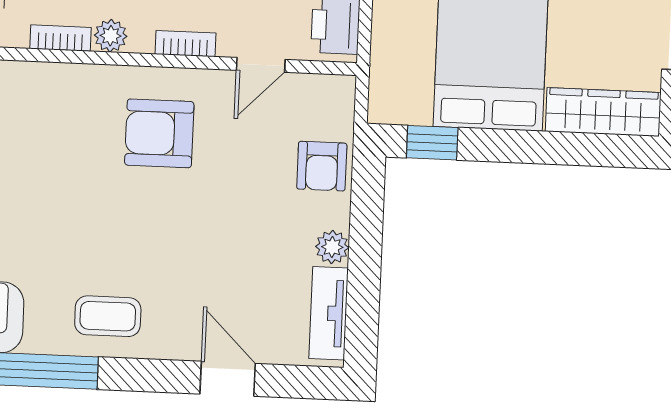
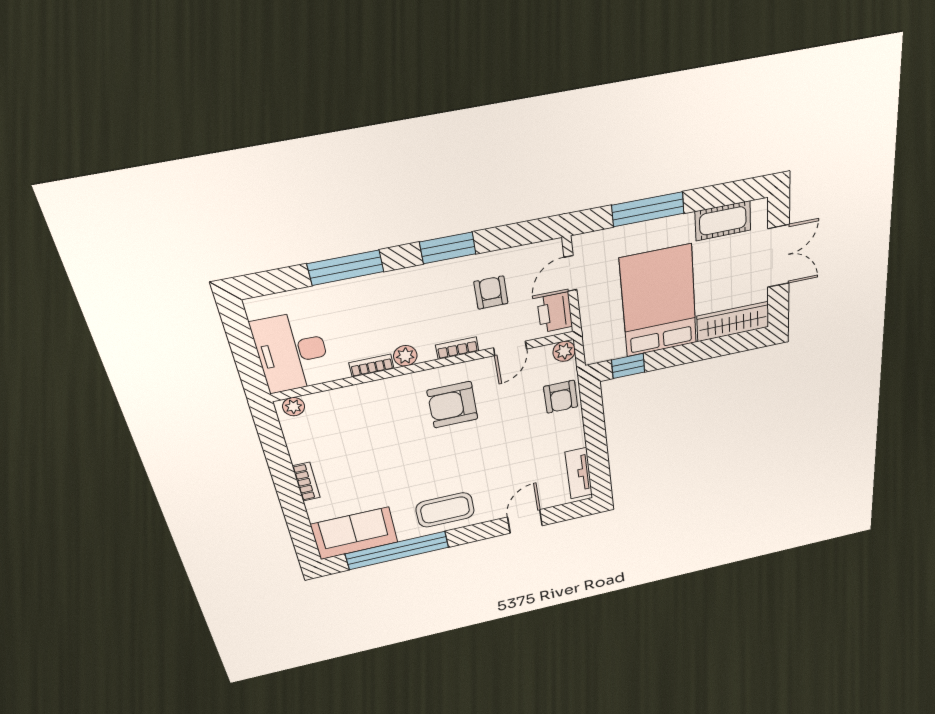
plant: (332, 247) -> (564, 351), moved
coffee table: (108, 316) -> (445, 510), width x1.36, depth x1.30
door: (228, 379) -> (525, 521), hinge flipped

